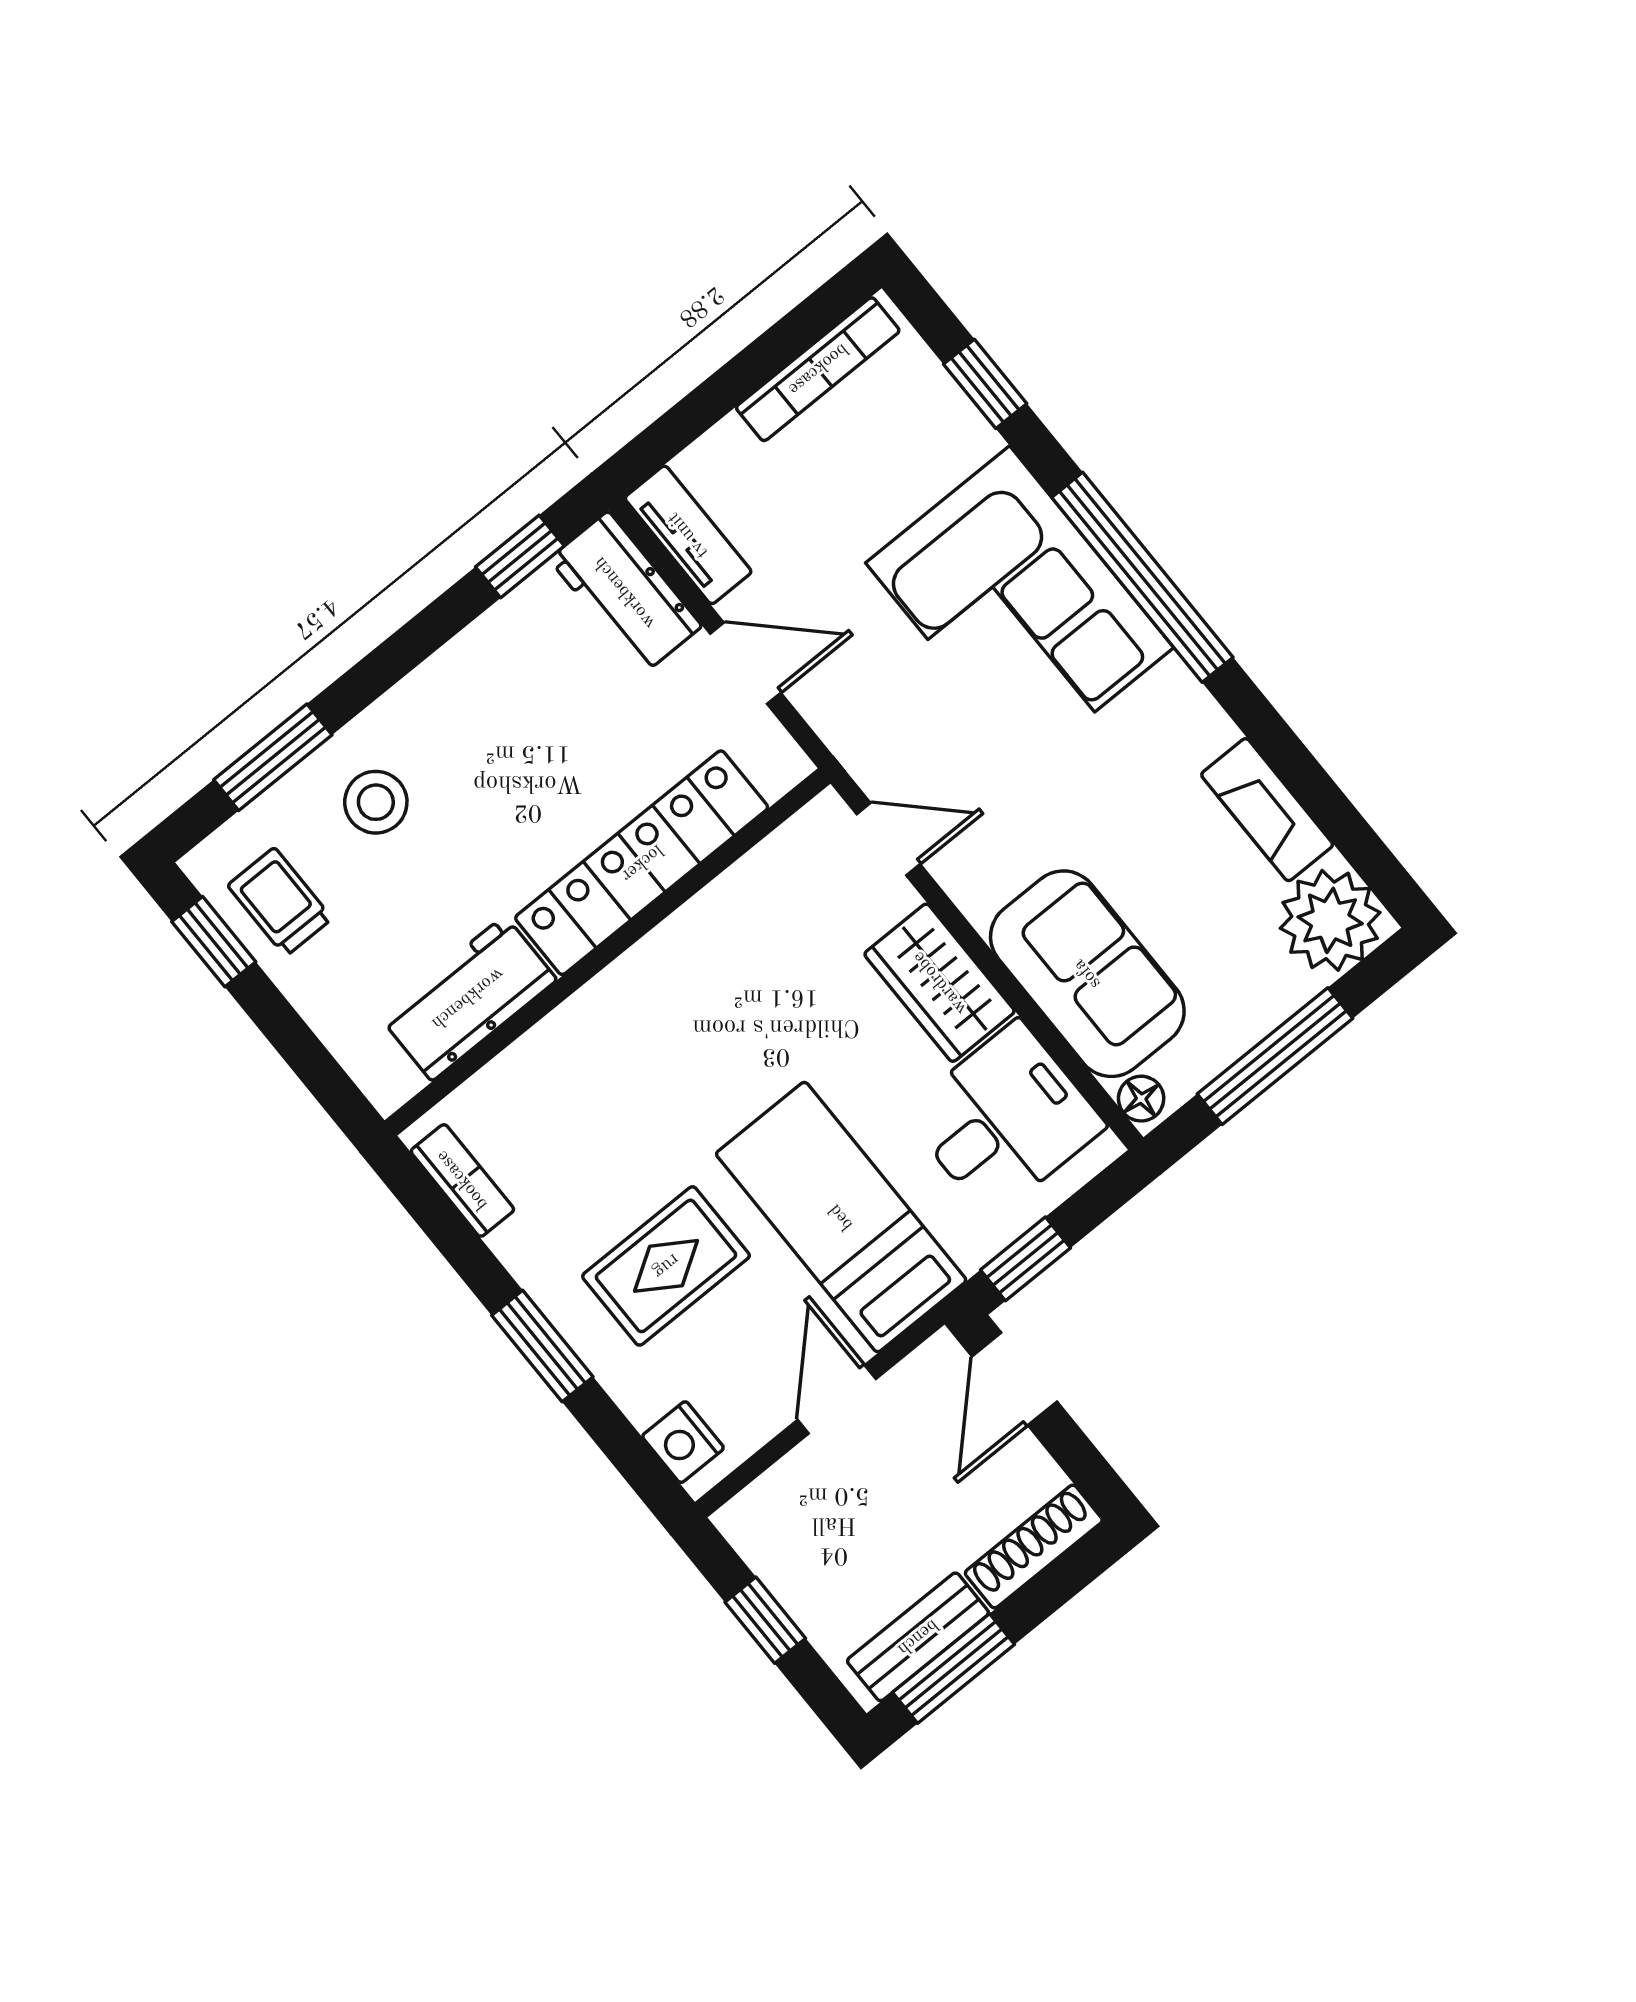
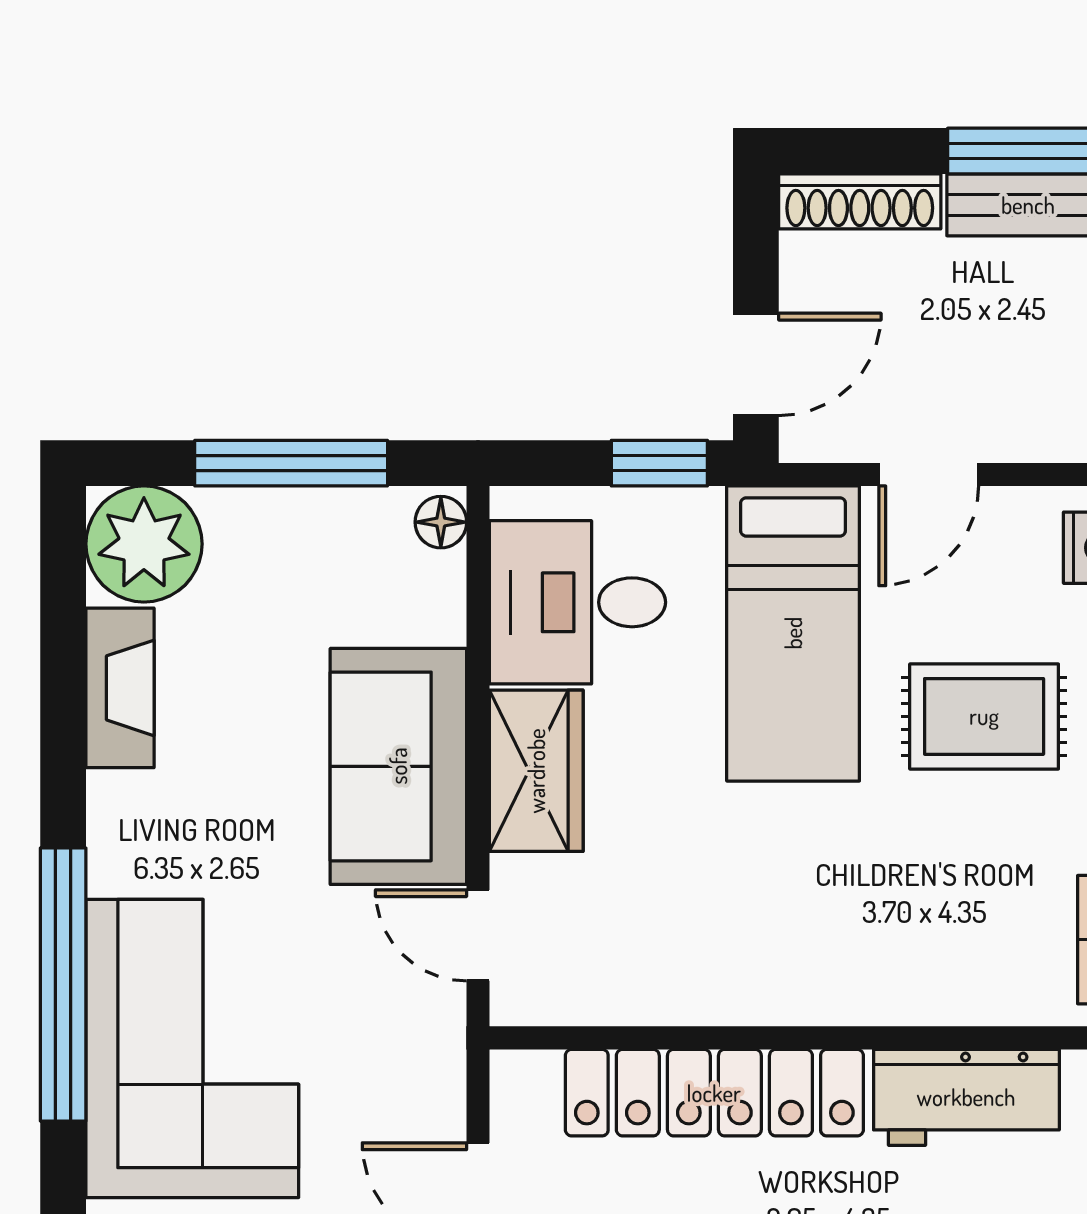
sofa: (1087, 974) -> (398, 766), moved

